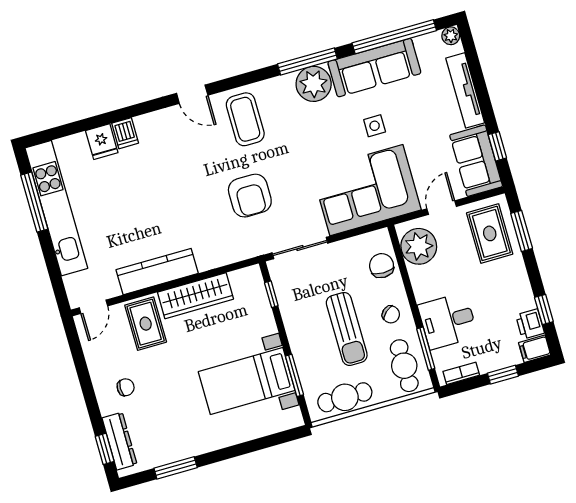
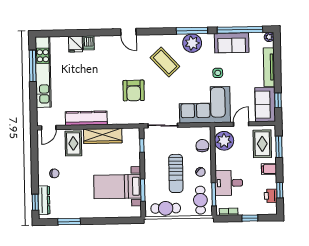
sofa: (374, 68) -> (232, 43), width x0.73
coffee table: (245, 119) -> (165, 62), moved, turned -43
armchair: (250, 196) -> (134, 90), moved
filing cabinet: (535, 349) -> (269, 169), moved

